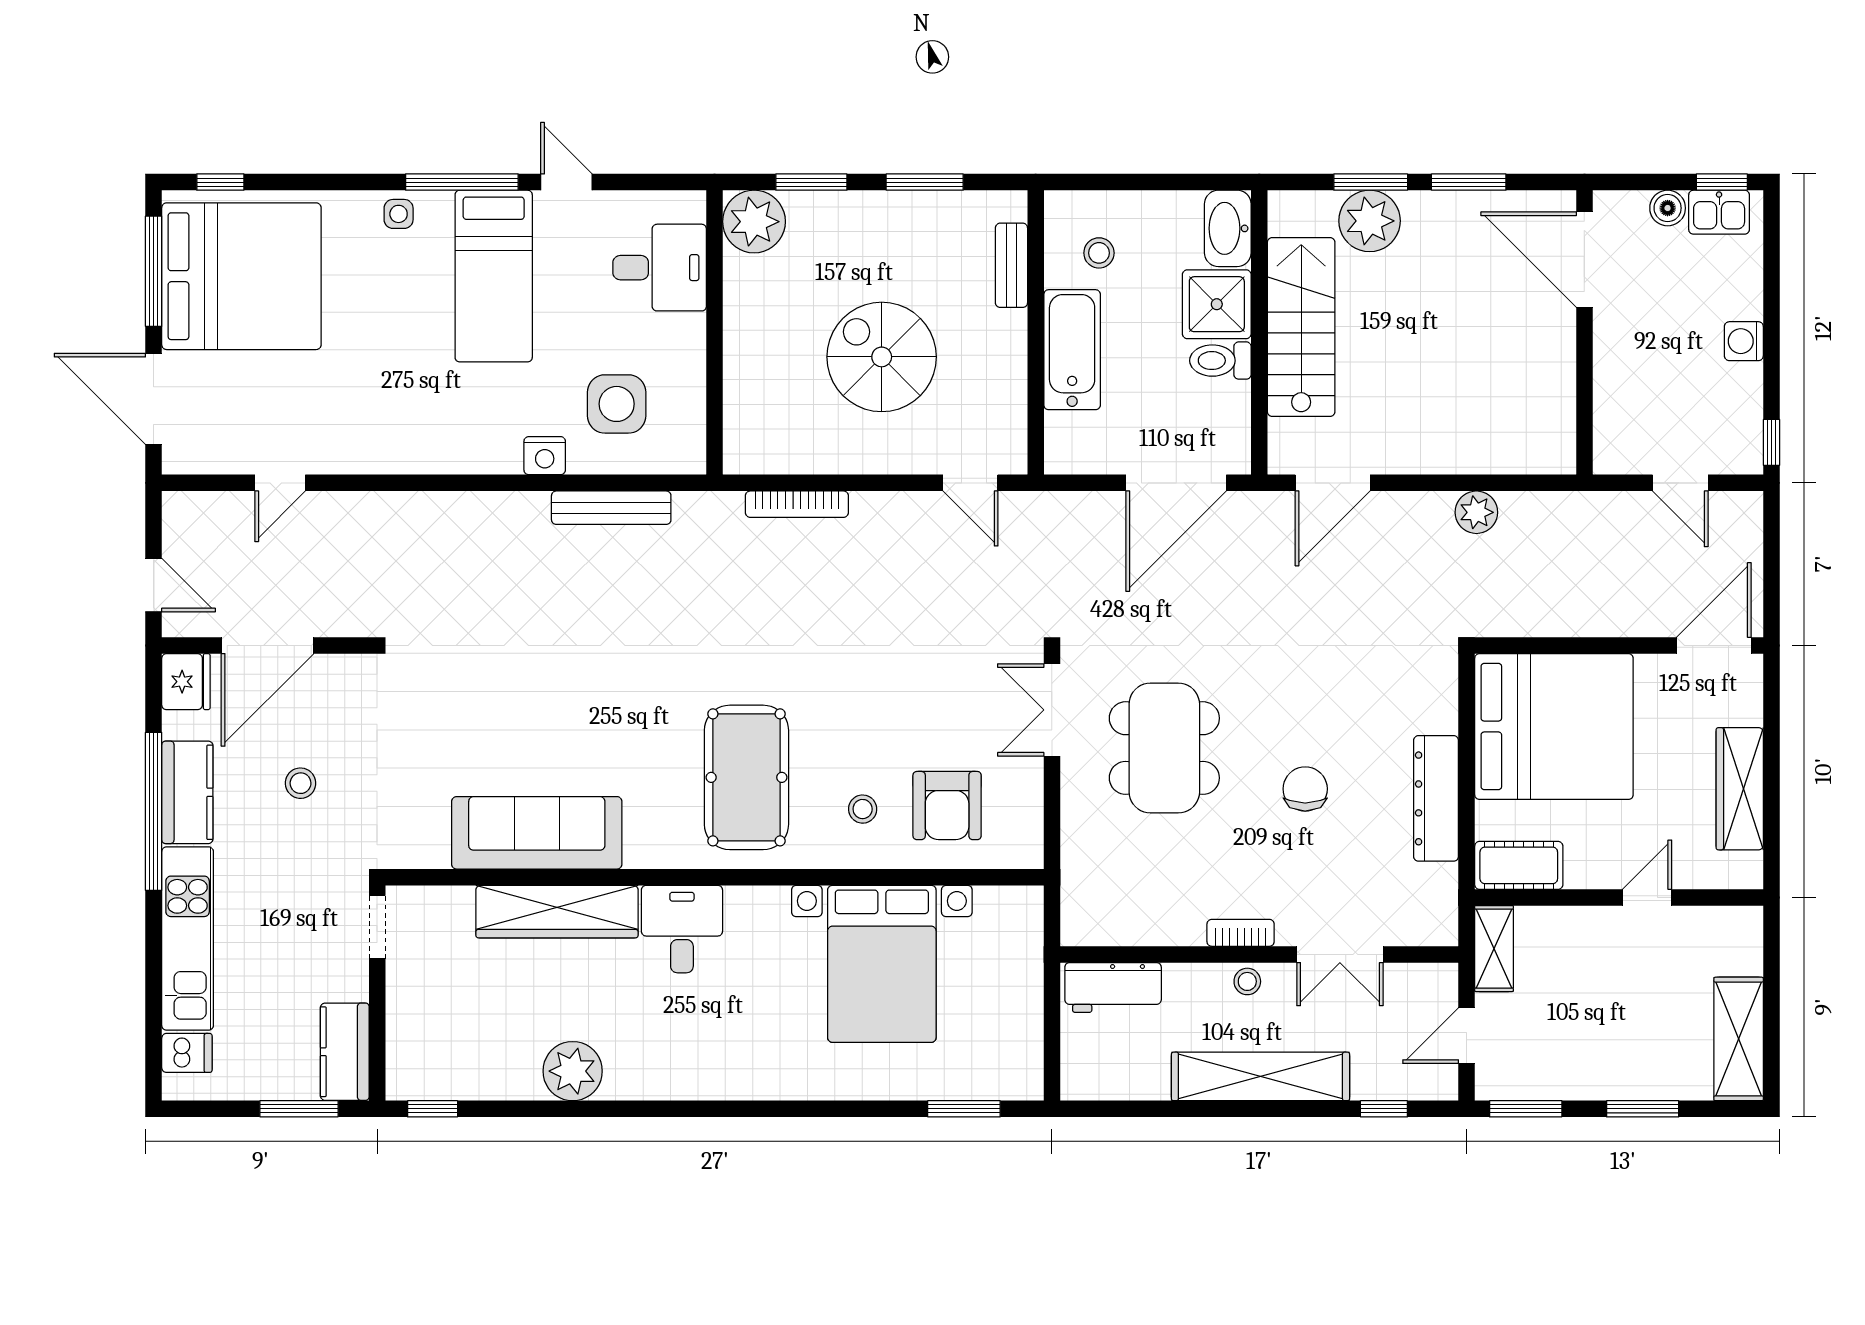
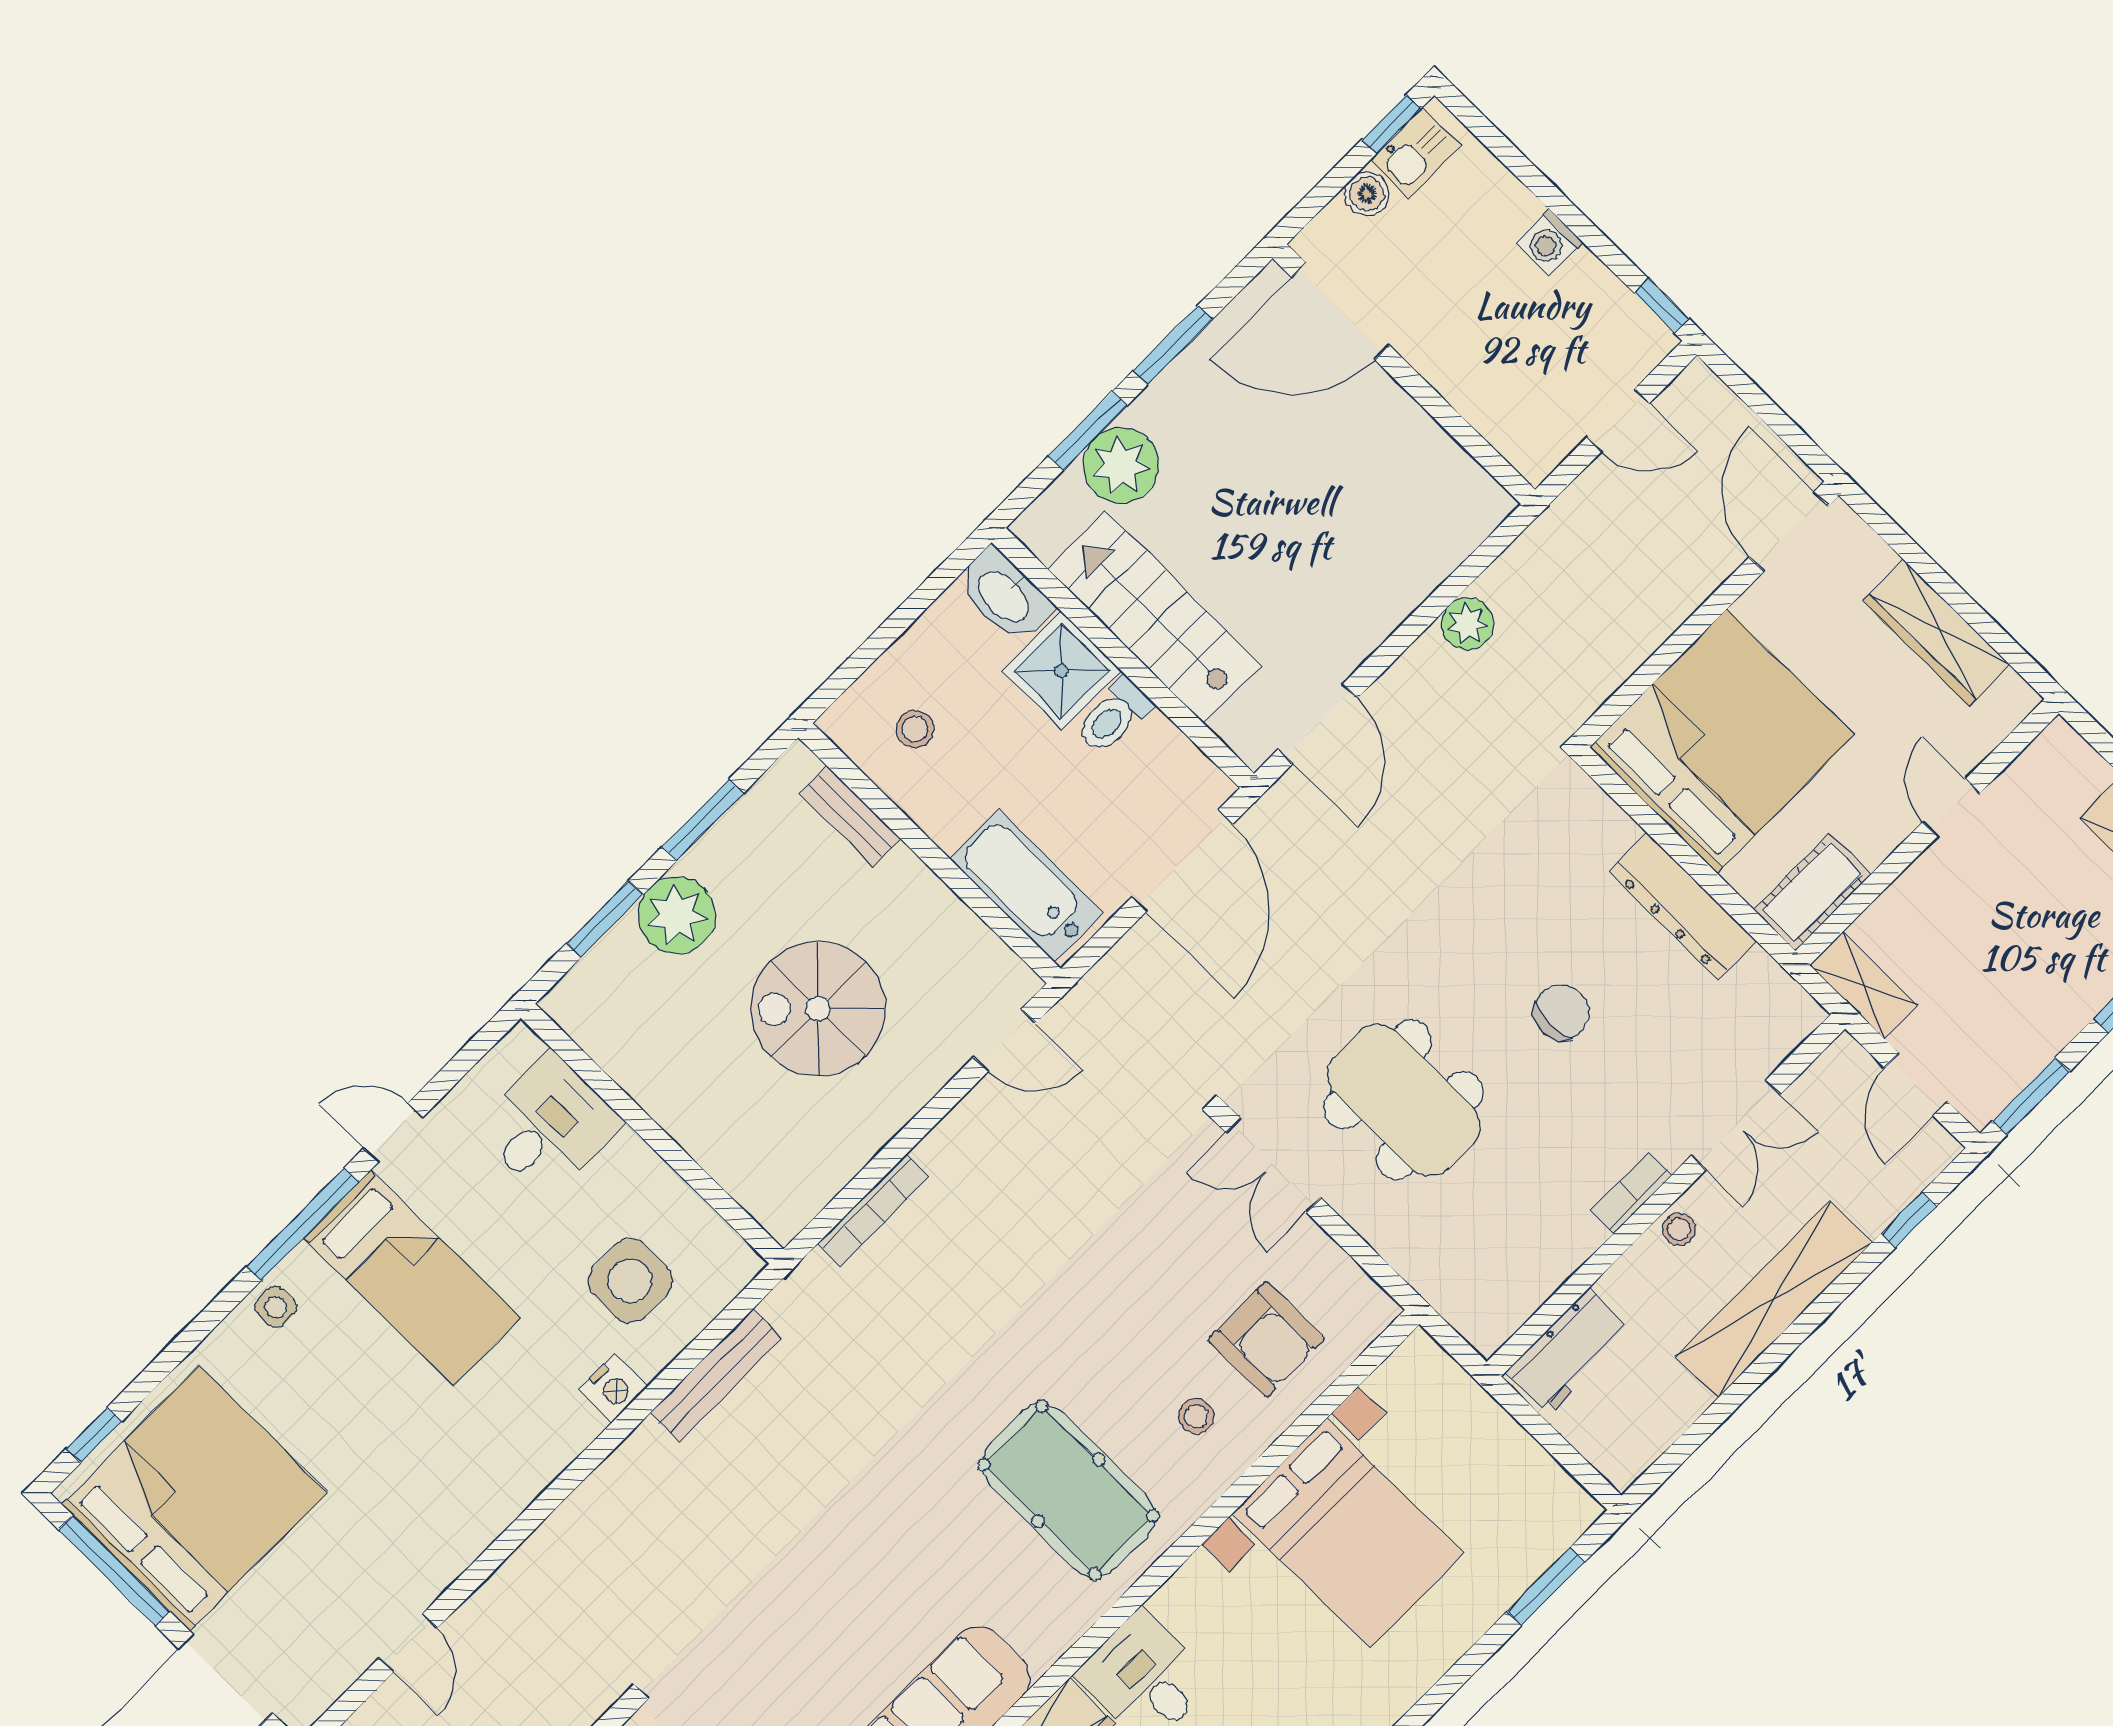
plant: (754, 222) -> (677, 915), moved
bathtub: (1072, 350) -> (1026, 886), moved
chair: (1305, 789) -> (1561, 1012), turned 90

